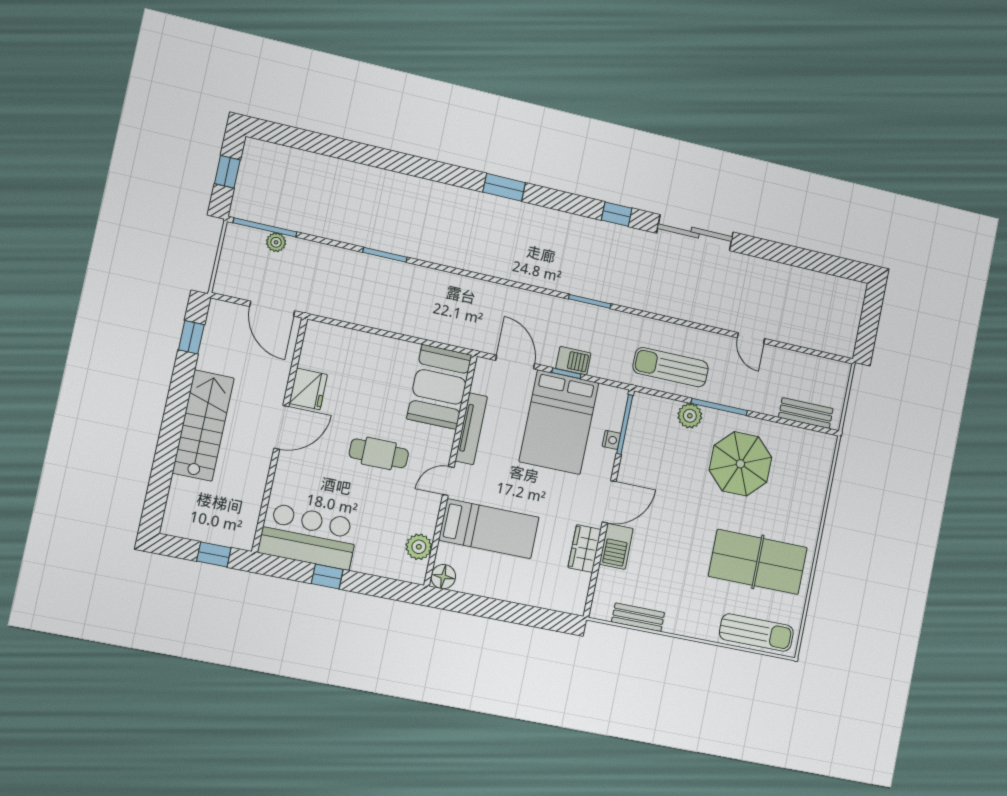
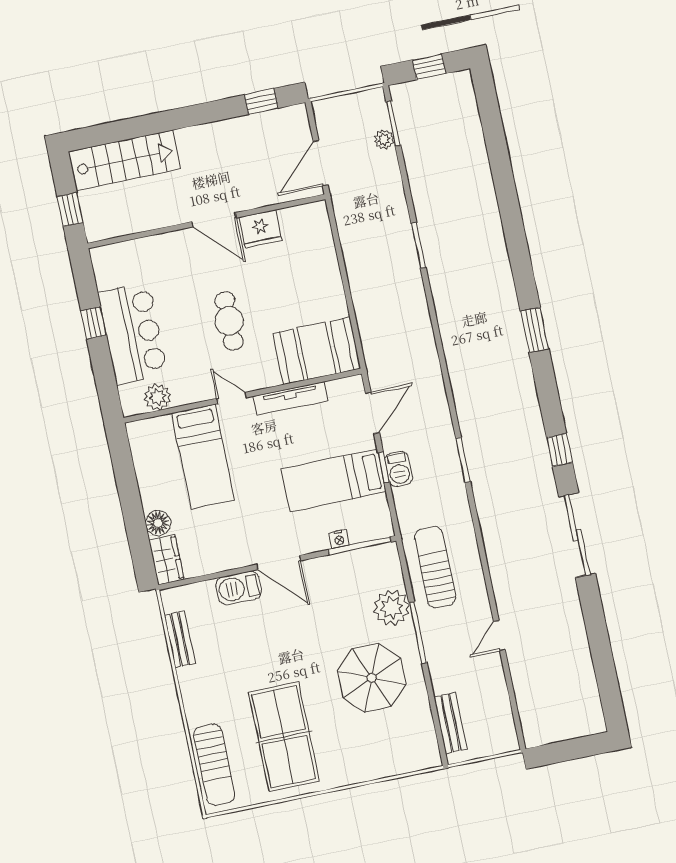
window: (265, 227) -> (393, 123), width x0.69
plant: (690, 416) -> (392, 608), width x1.36, depth x1.36
bed: (559, 422) -> (334, 480), width x0.67
stairs: (203, 426) -> (124, 160), moved
bar counter: (309, 536) -> (133, 333), moved
wardrobe: (585, 548) -> (166, 560), moved, turned 90
floor lamp: (443, 577) -> (158, 523), moved

